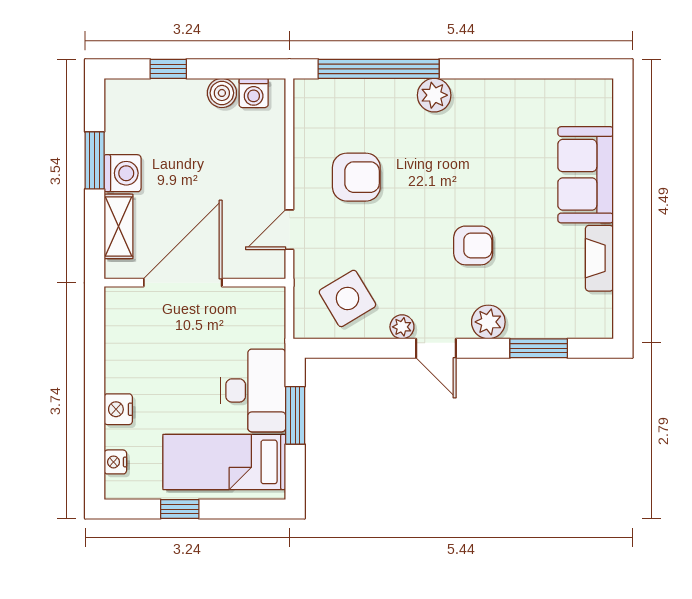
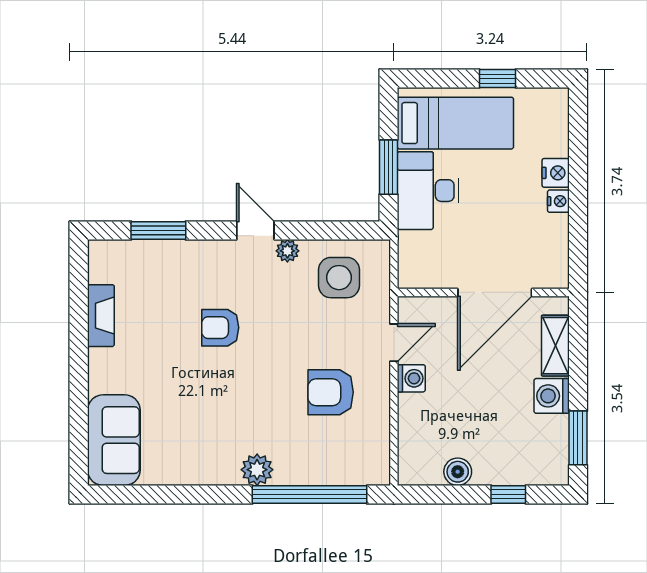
washing machine: (254, 93) -> (411, 378), moved, turned 90
window: (95, 160) -> (578, 438), moved
sofa: (586, 175) -> (114, 440), moved
side table: (347, 298) -> (339, 278), turned 31
plant: (488, 322) -> (206, 255), removed
nightstand: (115, 462) -> (558, 201), moved

